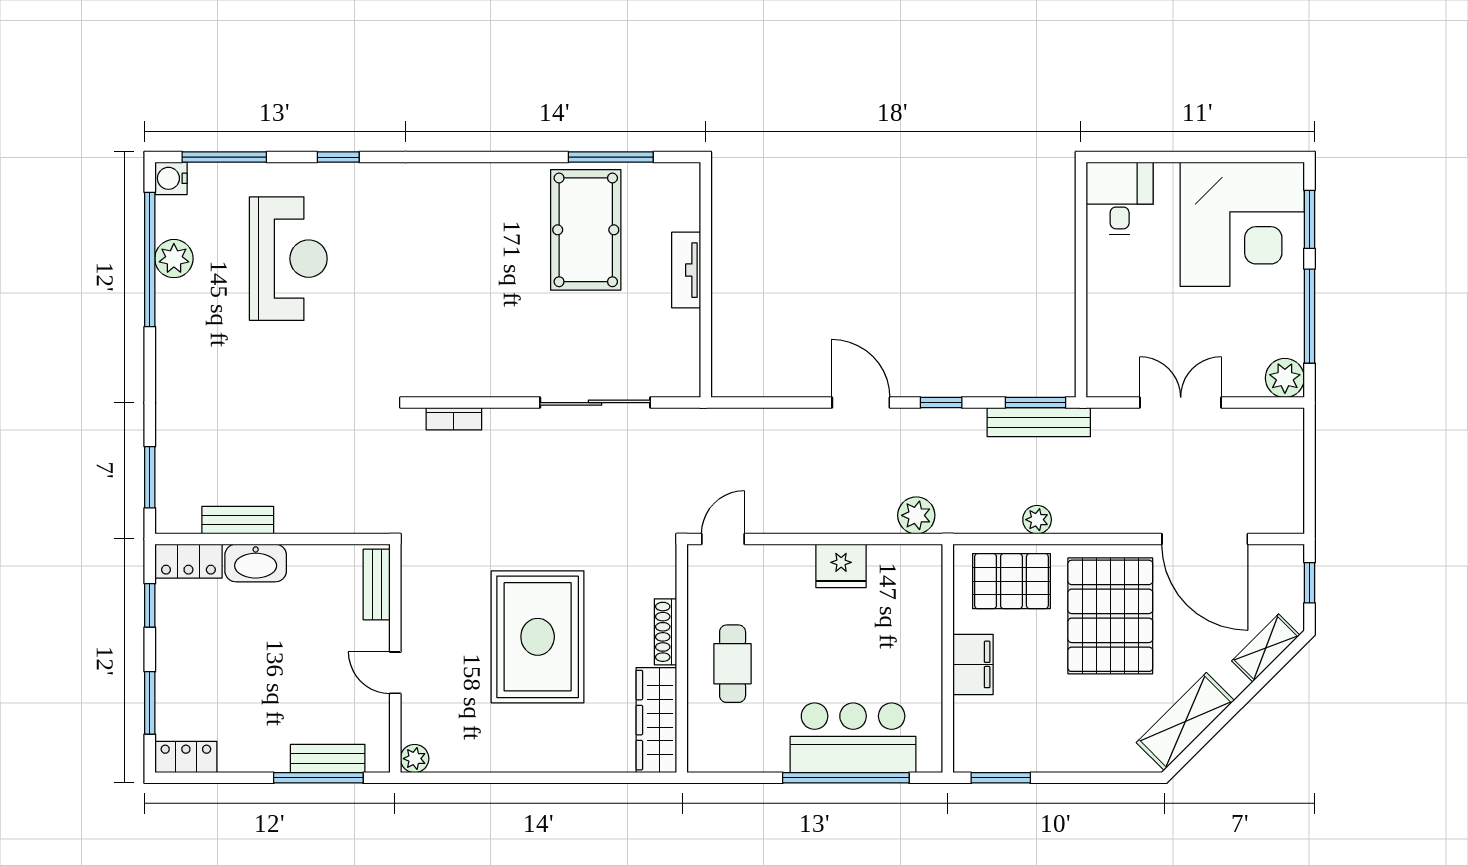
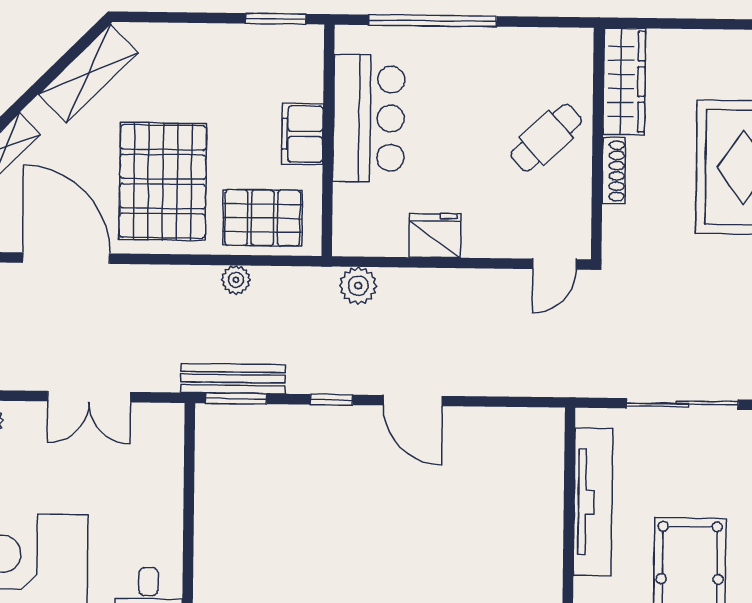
tv unit: (686, 270) -> (593, 502), width x1.92, depth x1.29
cafe table: (733, 664) -> (546, 138), turned 47
bar counter: (853, 738) -> (369, 118), moved, turned -90

